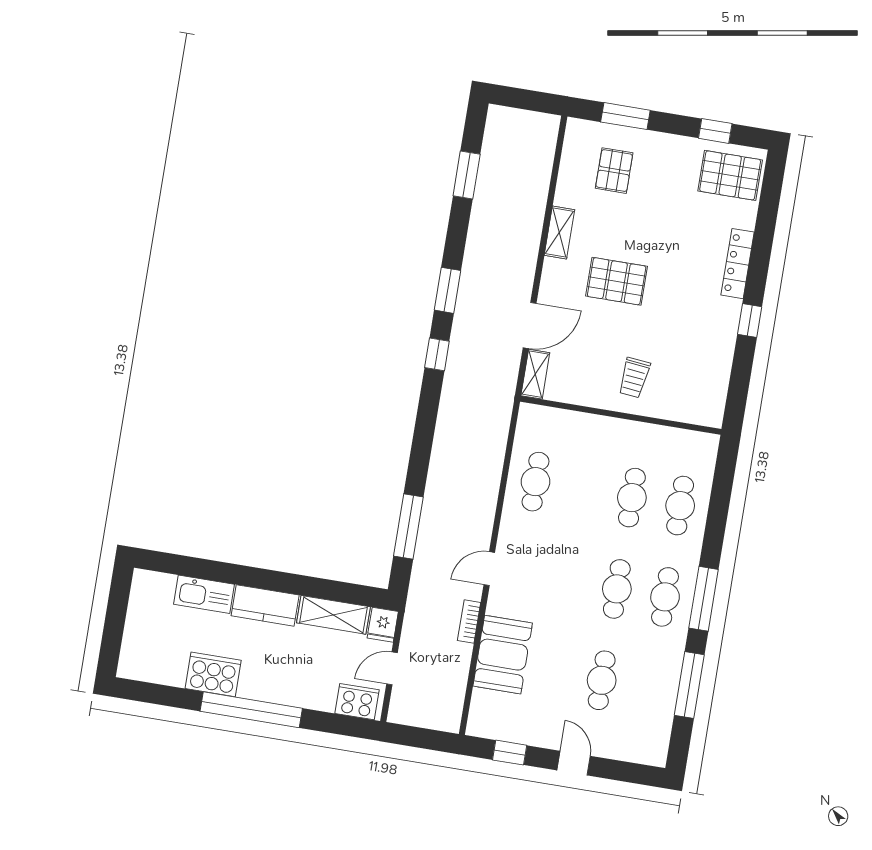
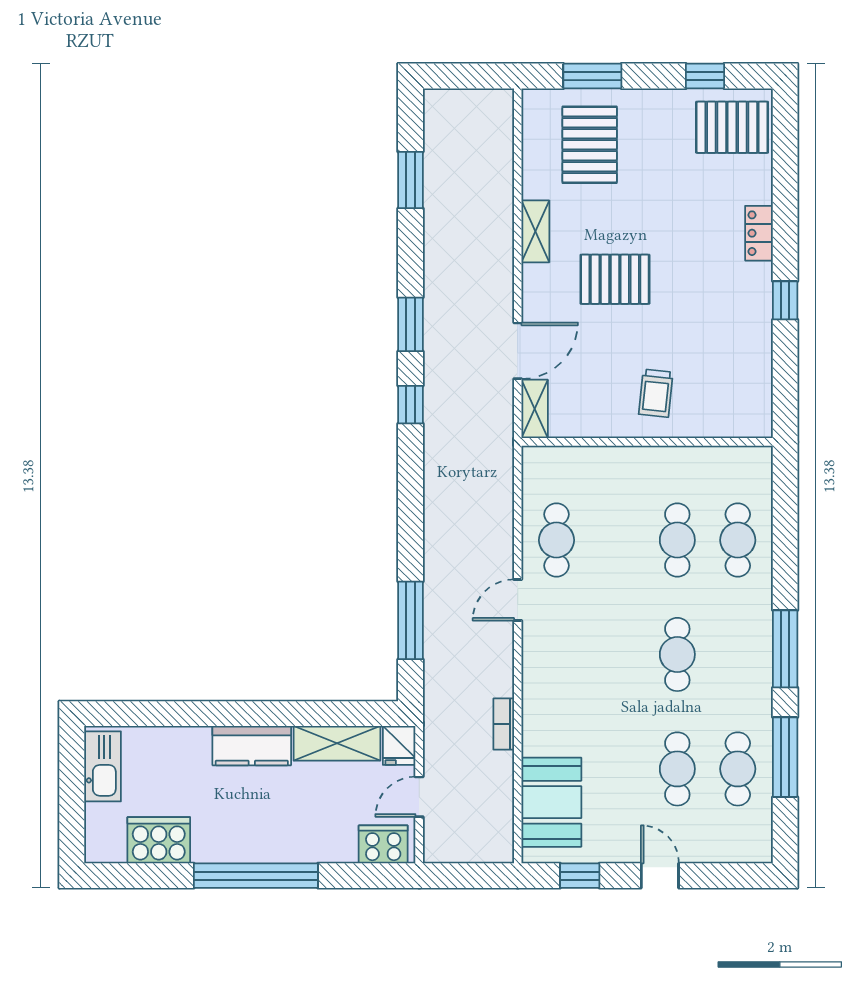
pallet: (614, 171) -> (590, 145), width x1.50, depth x1.42
locker: (738, 264) -> (759, 233), width x0.66
door: (489, 569) -> (518, 600), moved
kitchen sink: (204, 594) -> (103, 766), moved, turned -90
cafe table: (665, 597) -> (738, 769), moved
booth: (503, 655) -> (551, 802), moved
cooker: (213, 674) -> (159, 840), moved

